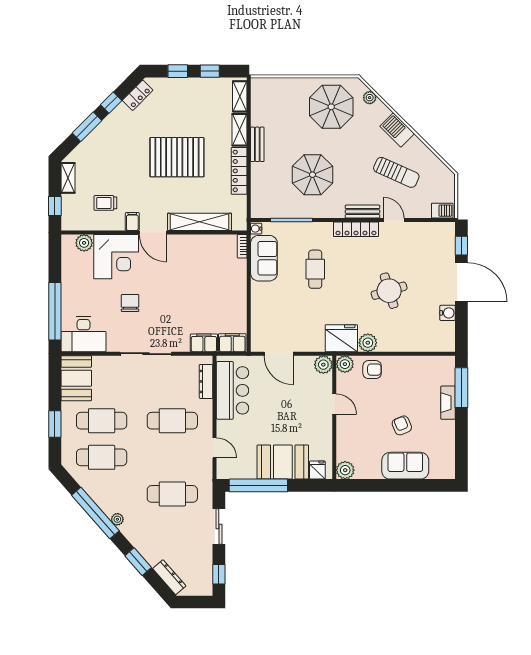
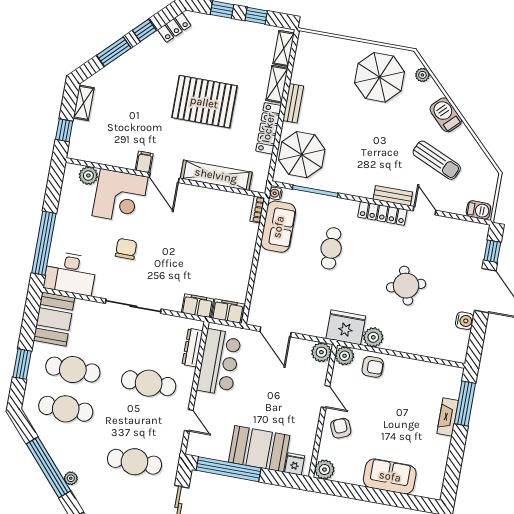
parasol: (312, 175) -> (302, 155), moved
trolley: (105, 203) -> (119, 137), removed
armchair: (402, 425) -> (341, 428), moved

